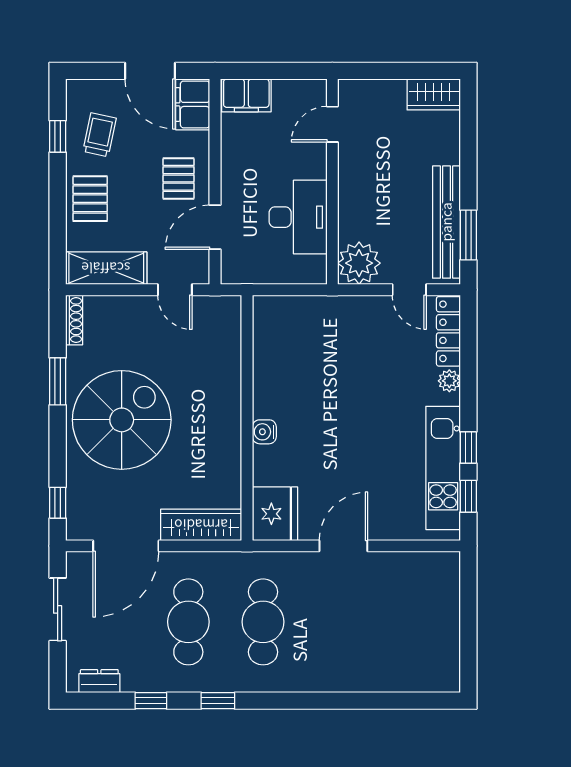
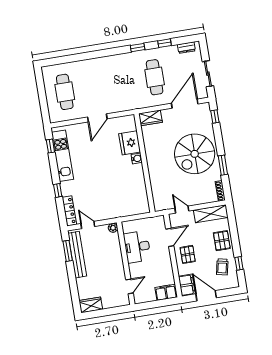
plant: (359, 263) -> (113, 228), width x0.53, depth x0.53
plant: (449, 381) -> (66, 191), removed
window: (468, 448) -> (58, 190), moved
fridge: (275, 514) -> (130, 143), moved
wardrobe: (201, 525) -> (150, 118), width x0.67
cafe table: (263, 622) -> (65, 92), moved

